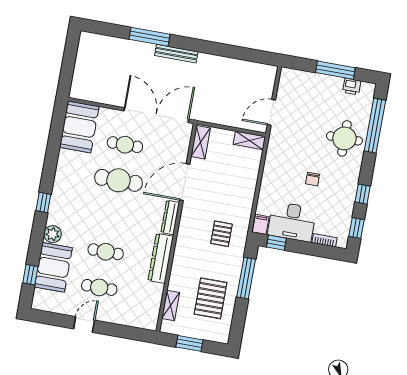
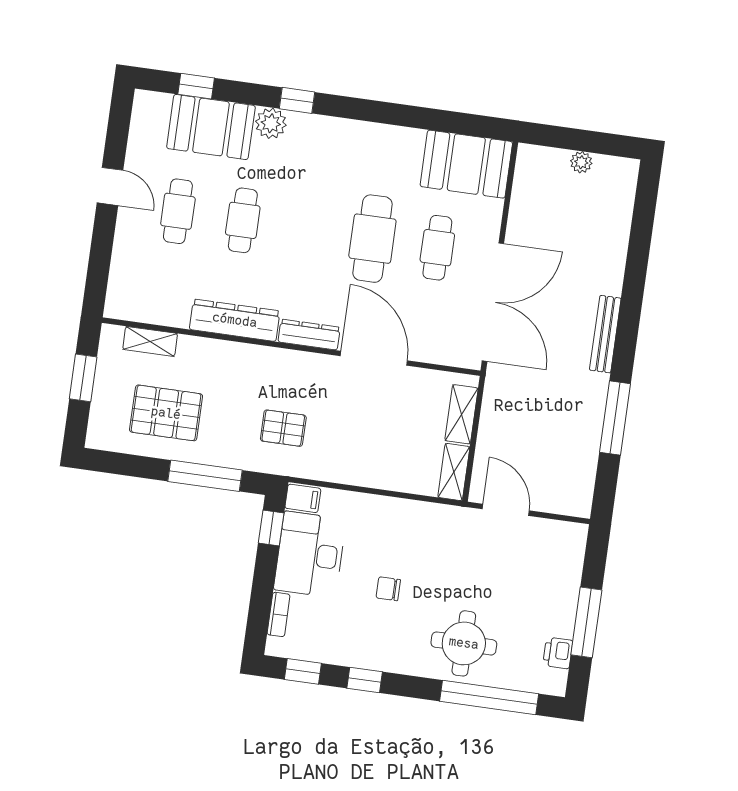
window: (149, 37) -> (615, 418), moved
plant: (81, 63) -> (581, 162), added
shelving: (201, 142) -> (461, 414), moved, turned 90
window: (43, 202) -> (297, 100), moved

